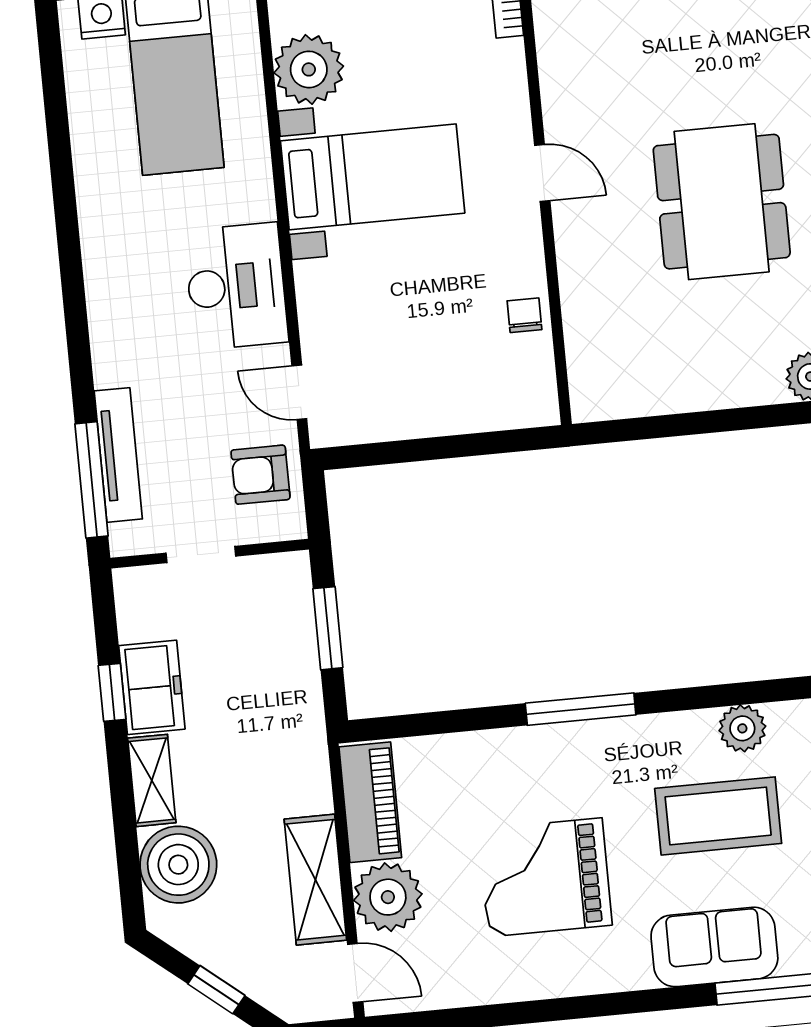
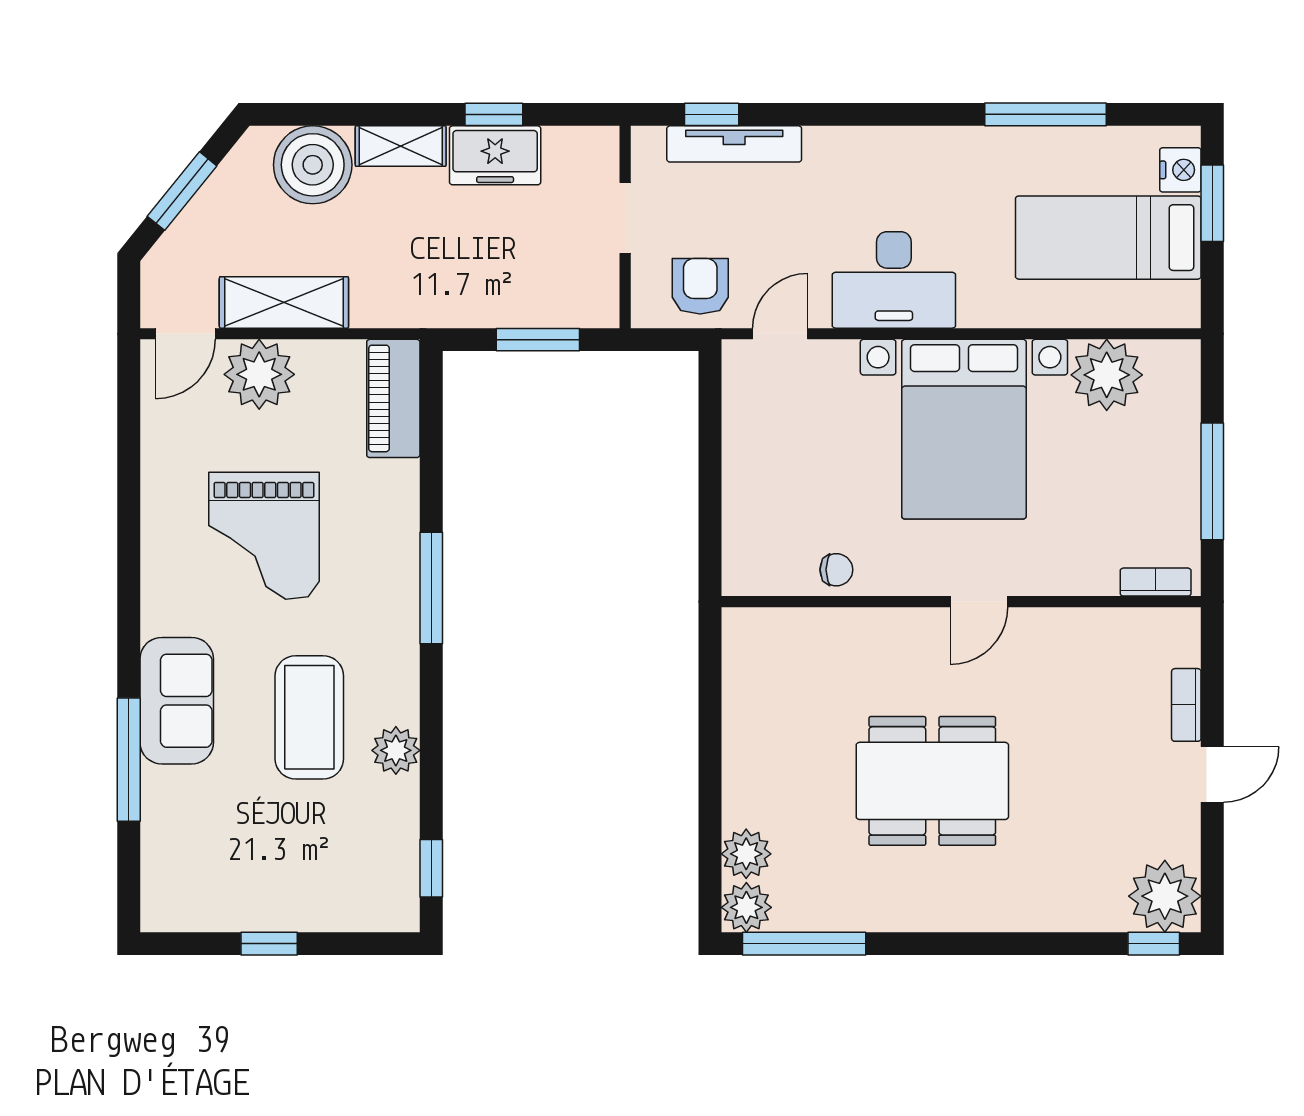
window: (60, 154) -> (1045, 114), added
bed with nightstands: (373, 177) -> (964, 429), width x1.36
window: (92, 480) -> (712, 114), width x0.46
piano: (370, 802) -> (393, 398), moved, turned 90
grand piano: (545, 877) -> (264, 536), turned 180
window: (216, 990) -> (182, 191), width x1.50

